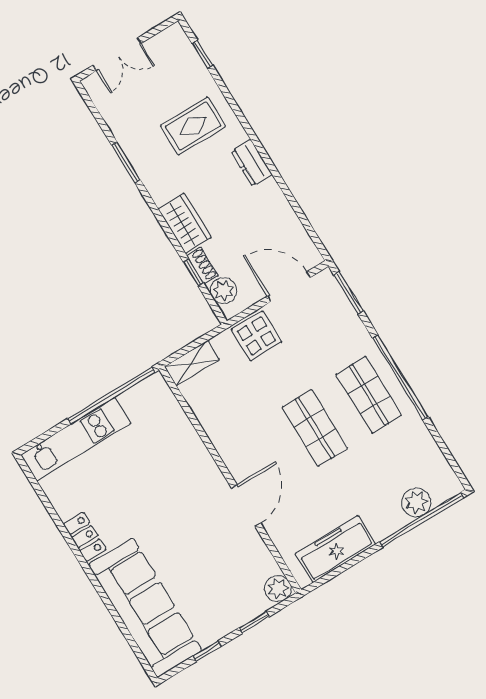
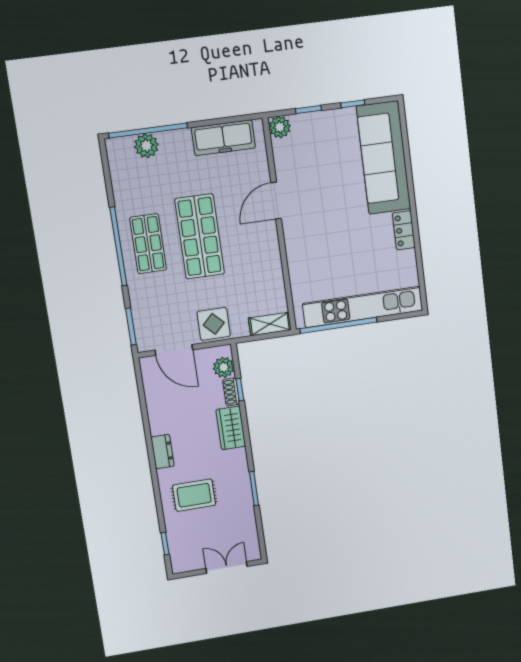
shop shelf: (315, 428) -> (200, 236), width x1.43, depth x1.36
kitchen unit: (76, 439) -> (363, 307), width x1.36

